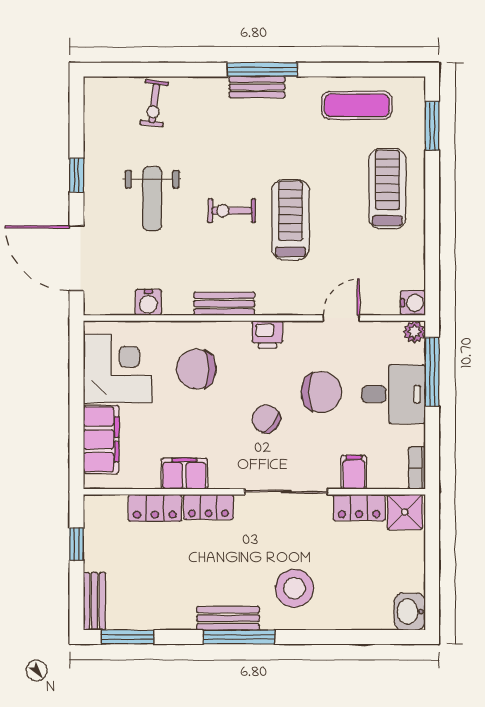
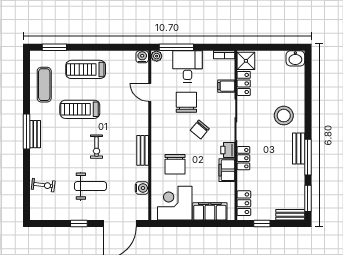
treadmill: (290, 220) -> (80, 109), moved
printer: (267, 335) -> (228, 150), moved, turned 180
locker: (155, 508) -> (244, 203), moved
window: (239, 637) -> (308, 157), moved

